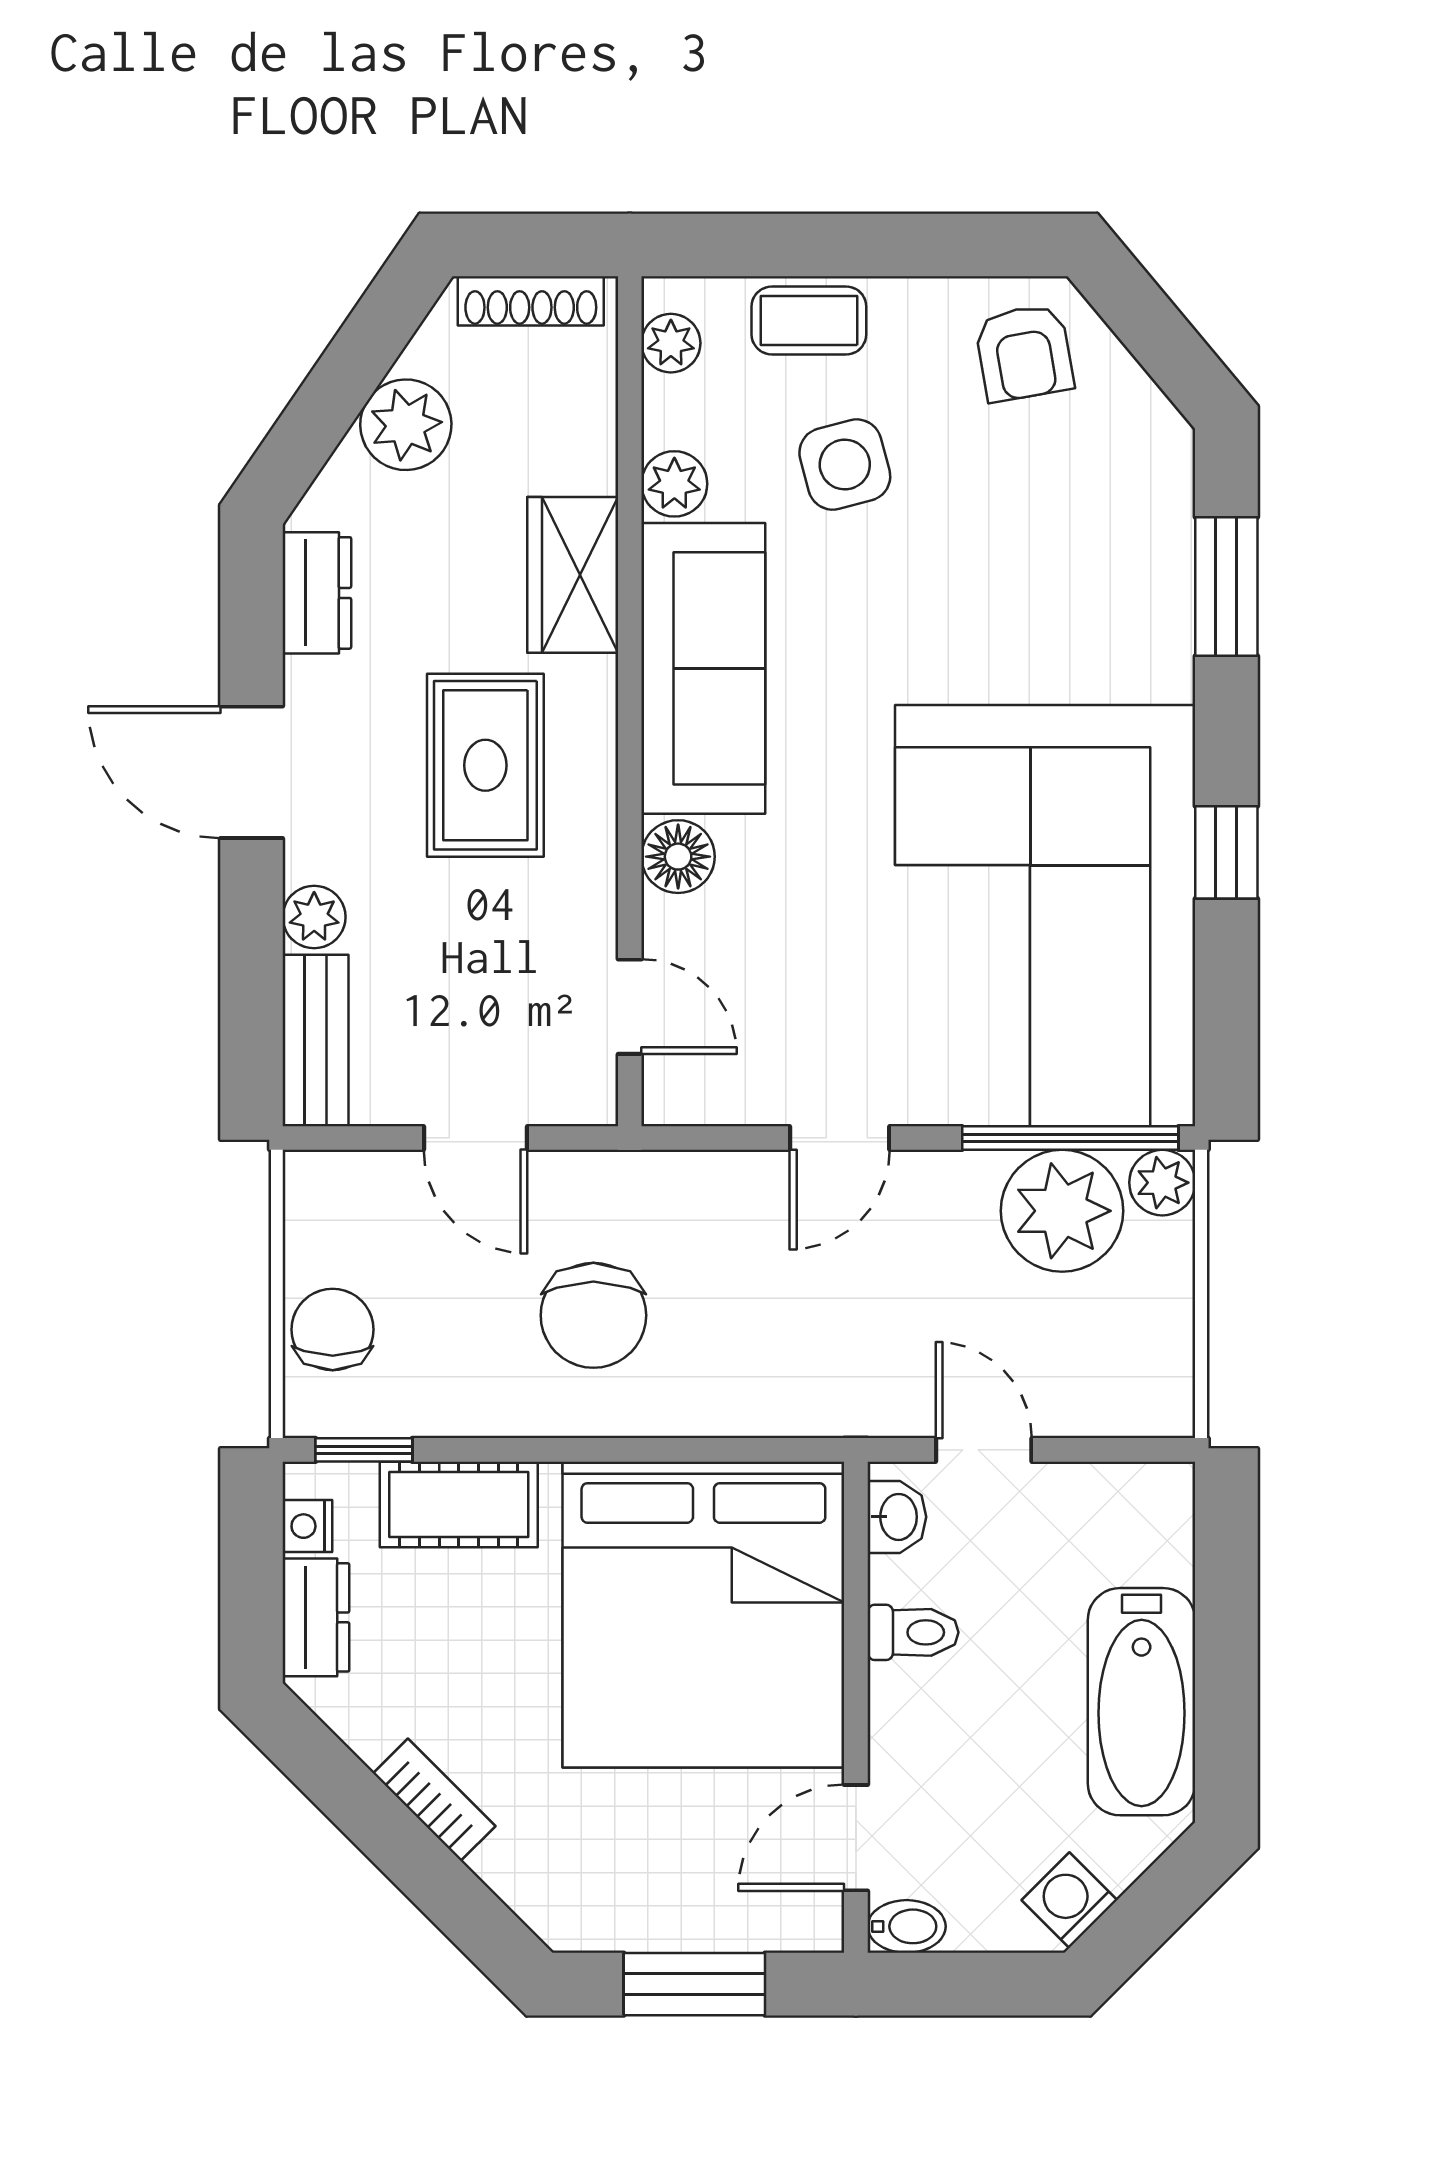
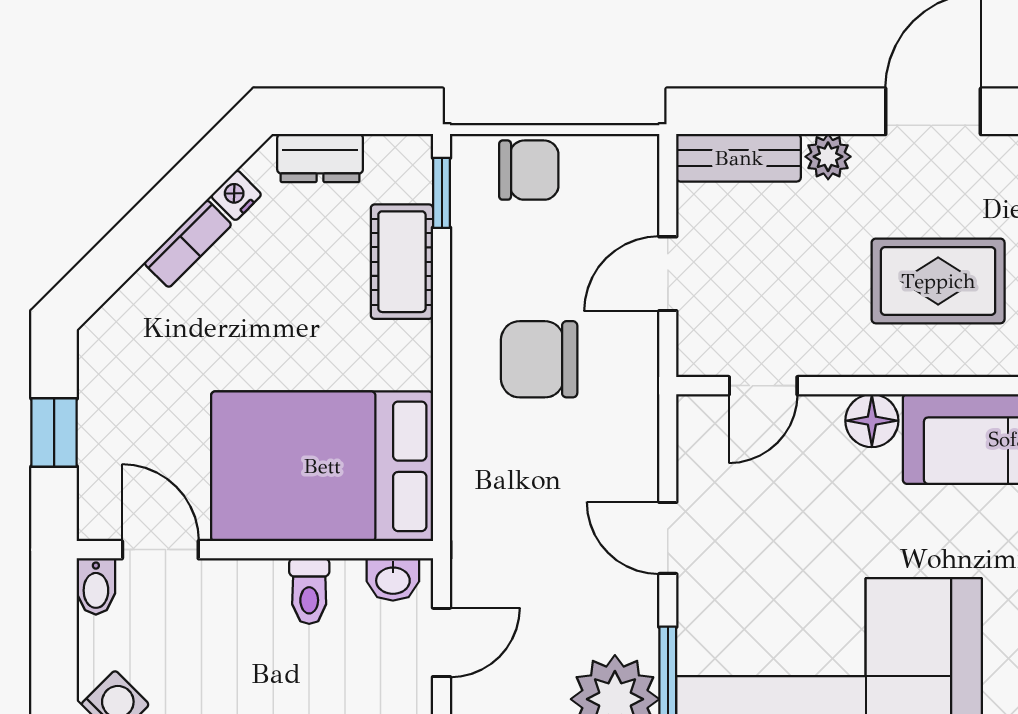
nightstand: (307, 1526) -> (236, 195), moved, turned -45
bed: (703, 1615) -> (322, 466), width x0.73
window: (694, 1984) -> (54, 433), width x0.67

